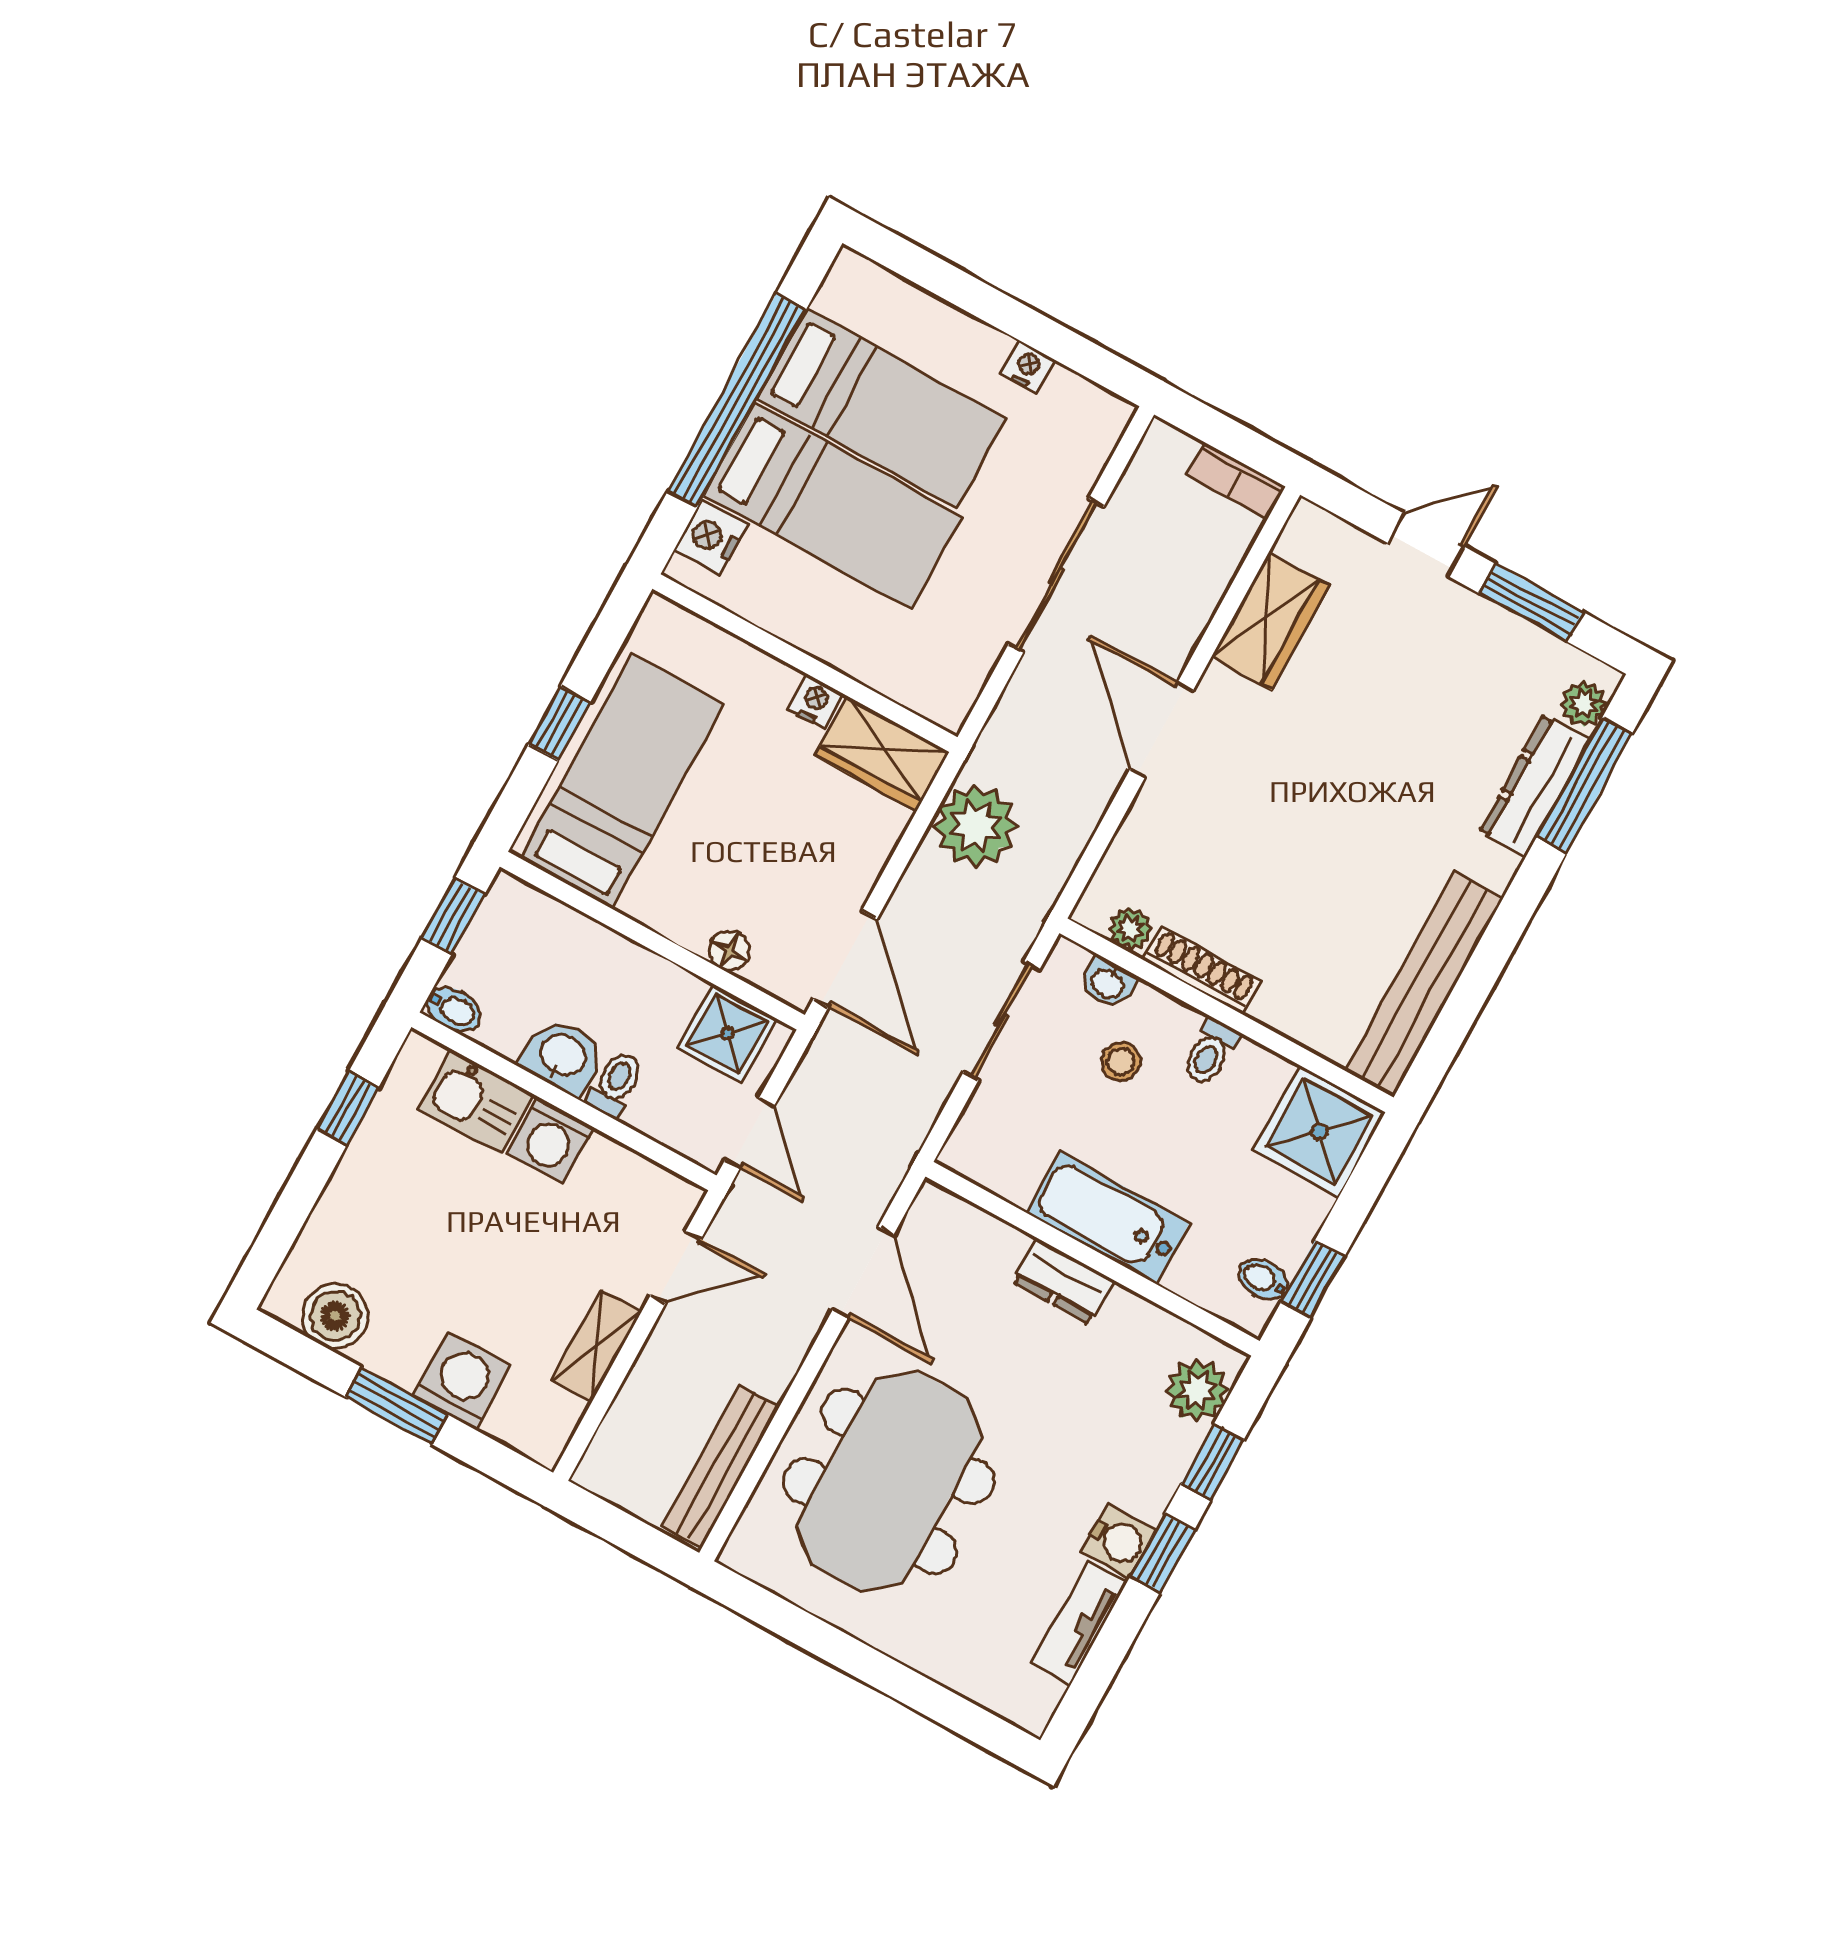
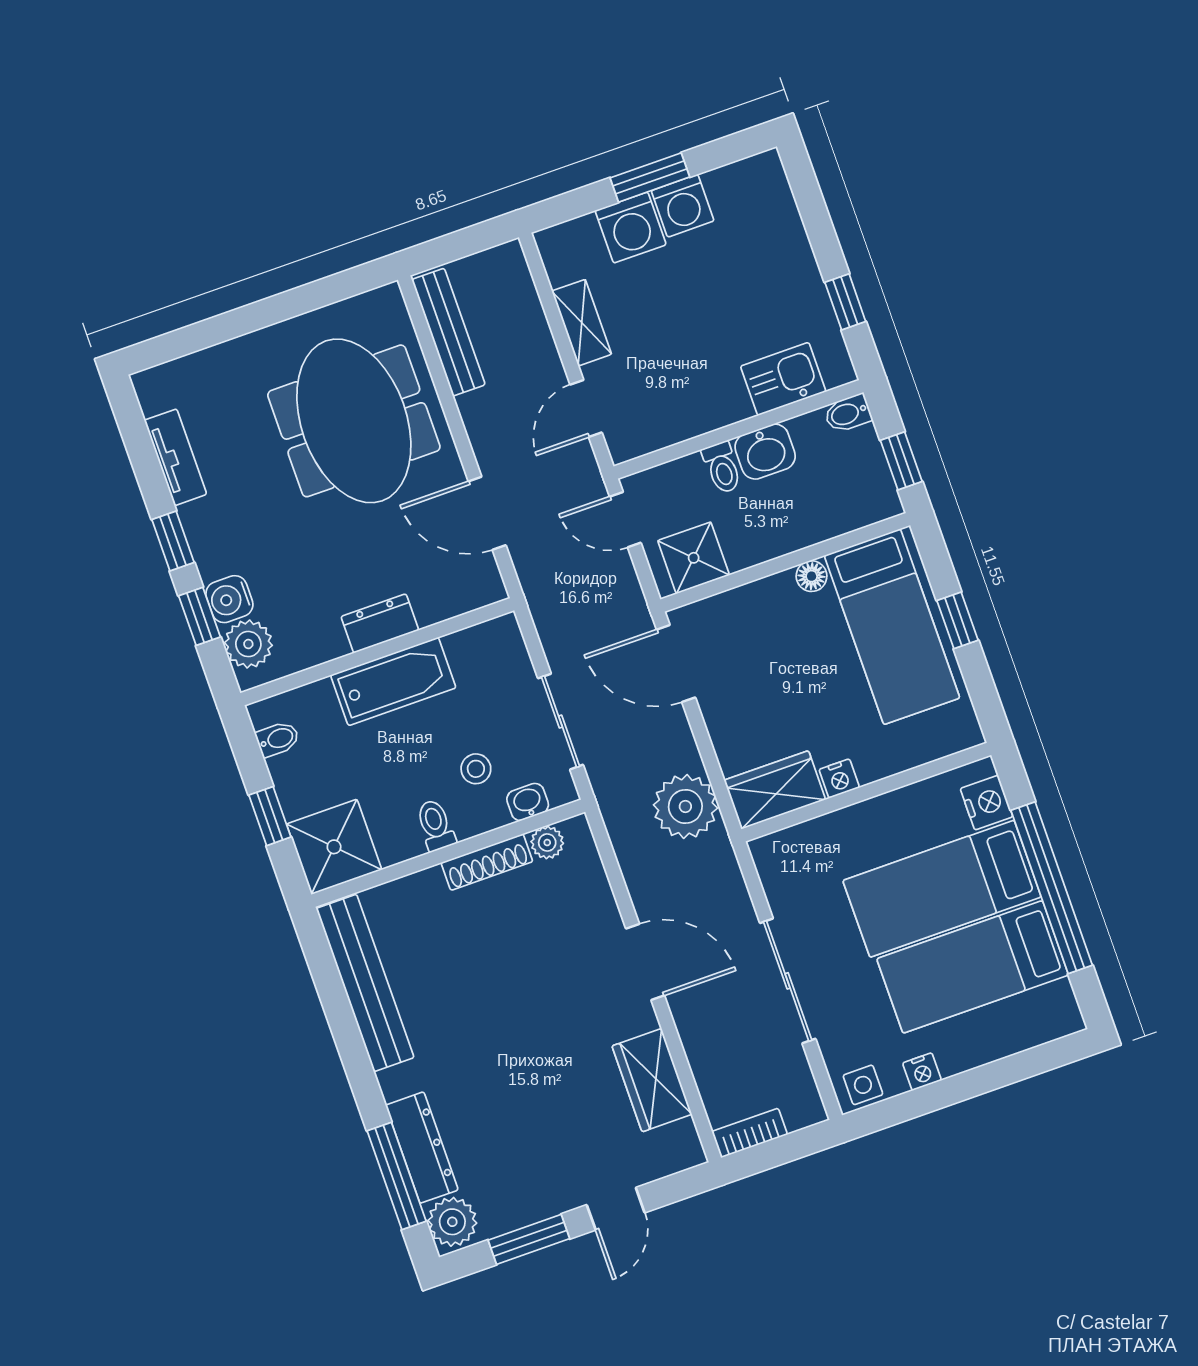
side table: (1092, 412) -> (863, 1085), added
plant: (1584, 704) -> (452, 1222), width x1.38, depth x1.38
floor lamp: (729, 951) -> (812, 576), moved
washing machine: (551, 1140) -> (683, 206), moved, turned 180
window: (1313, 1279) -> (270, 816), moved
boiler: (335, 1316) -> (733, 188), removed
water cooler: (1119, 1541) -> (229, 599), moved

